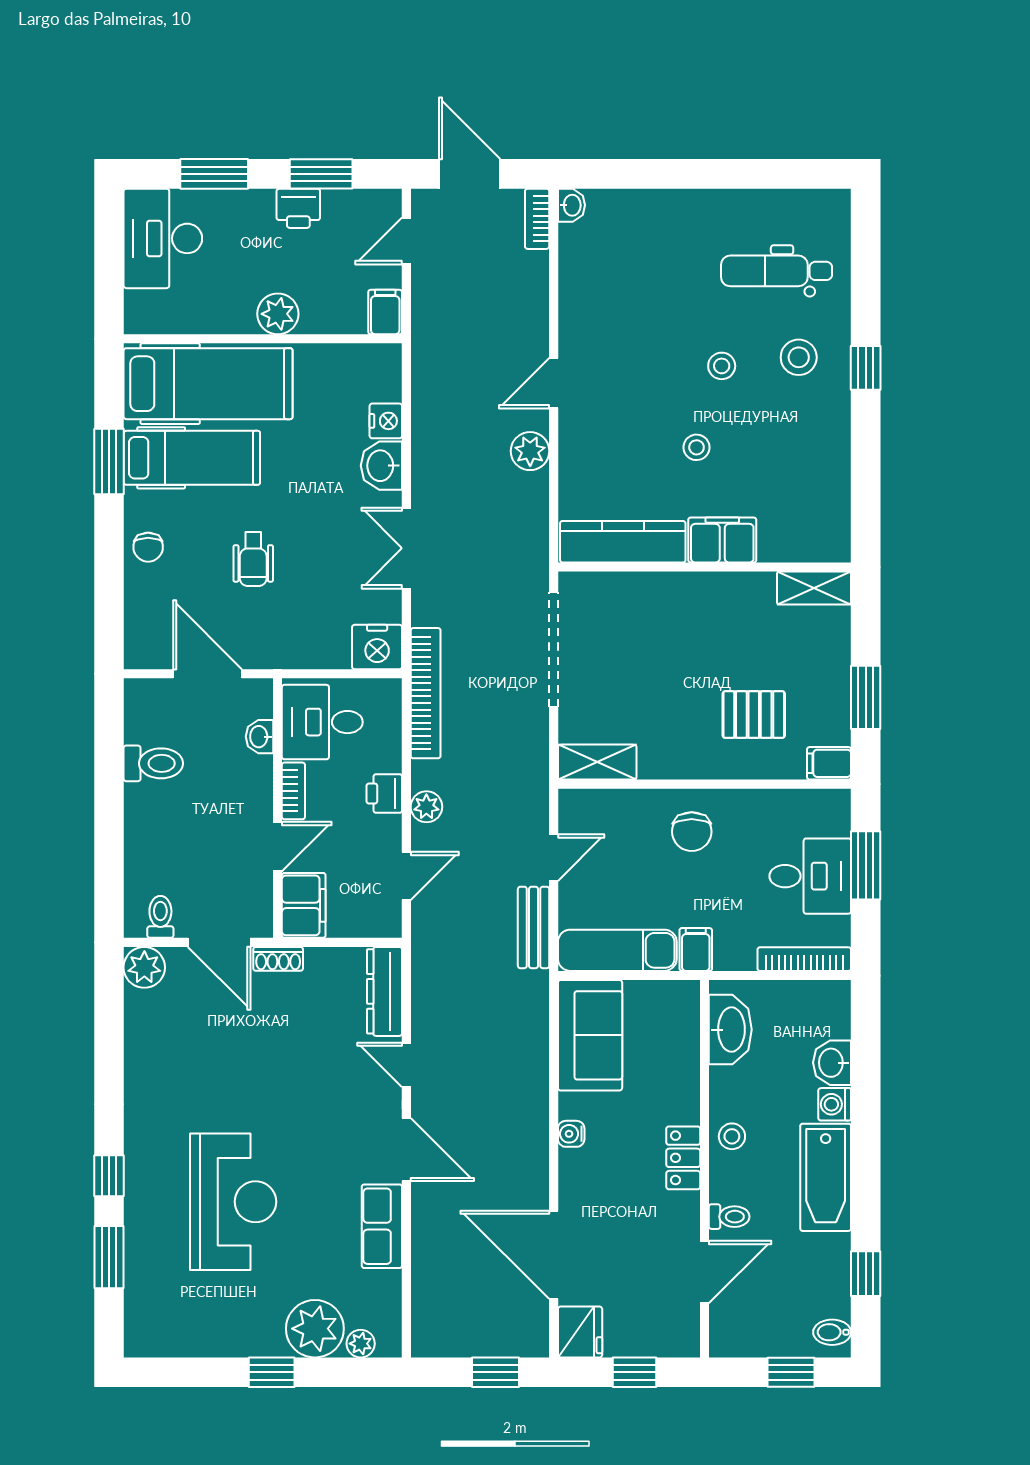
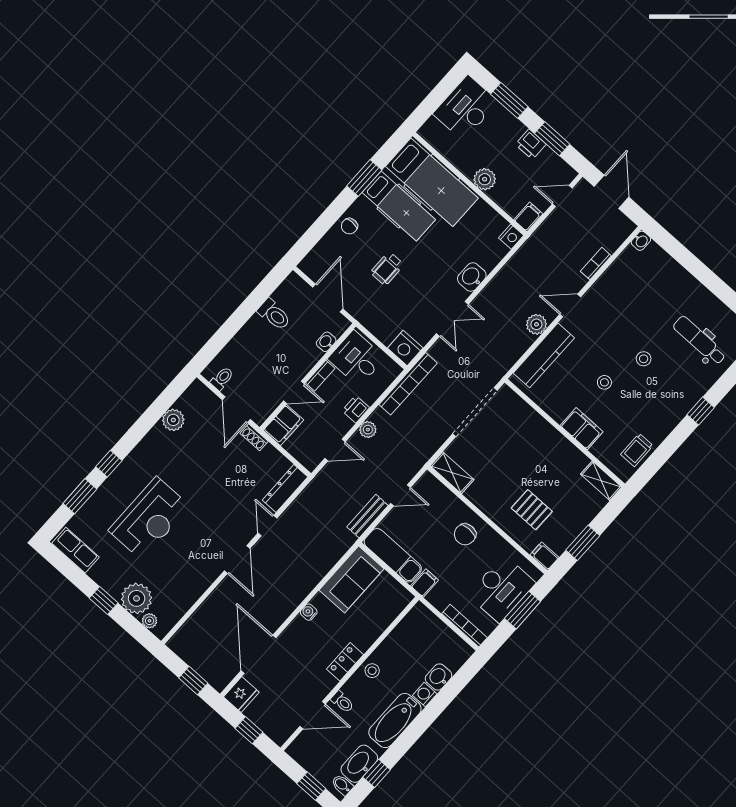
bookcase: (537, 219) -> (596, 264), moved
stool: (799, 357) -> (677, 383), removed
nightstand: (386, 421) -> (511, 237), moved
trolley: (826, 501) -> (637, 450), added
kitchen counter: (623, 542) -> (544, 355), moved, turned 90
double door: (406, 548) -> (452, 319), swing flipped
desk: (810, 876) -> (502, 589), width x1.37
plant: (144, 967) -> (173, 420), moved
washbasin: (730, 1030) -> (359, 764), moved, turned 180
row of seats: (382, 1226) -> (75, 550), moved, turned 90

